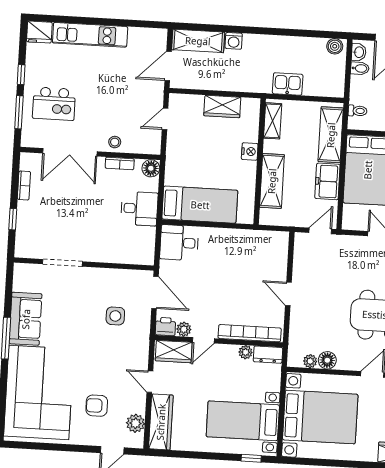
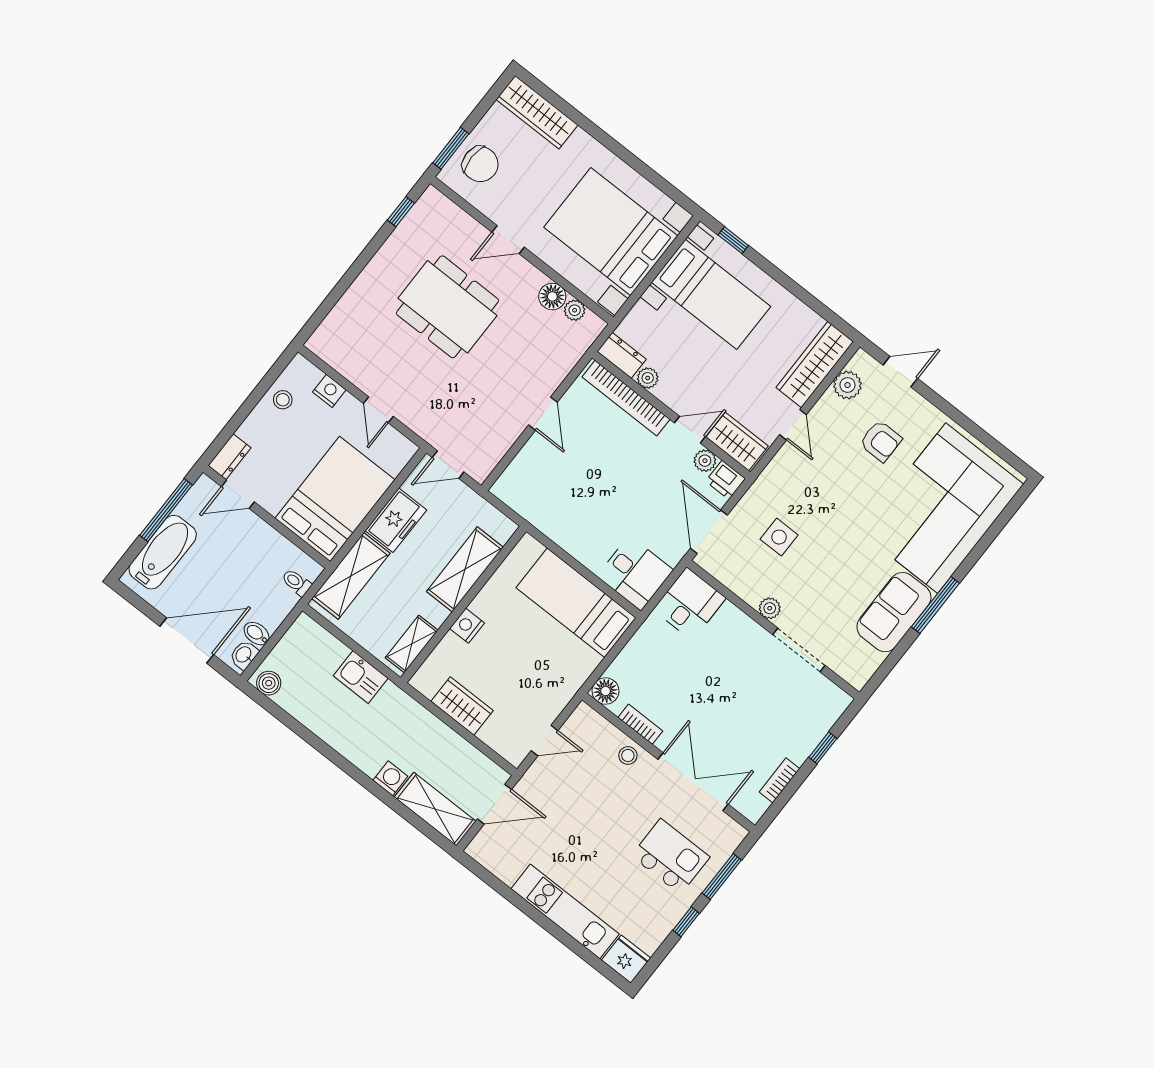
desk: (139, 209) -> (690, 604), moved, turned 90
plant: (94, 274) -> (770, 608), added

